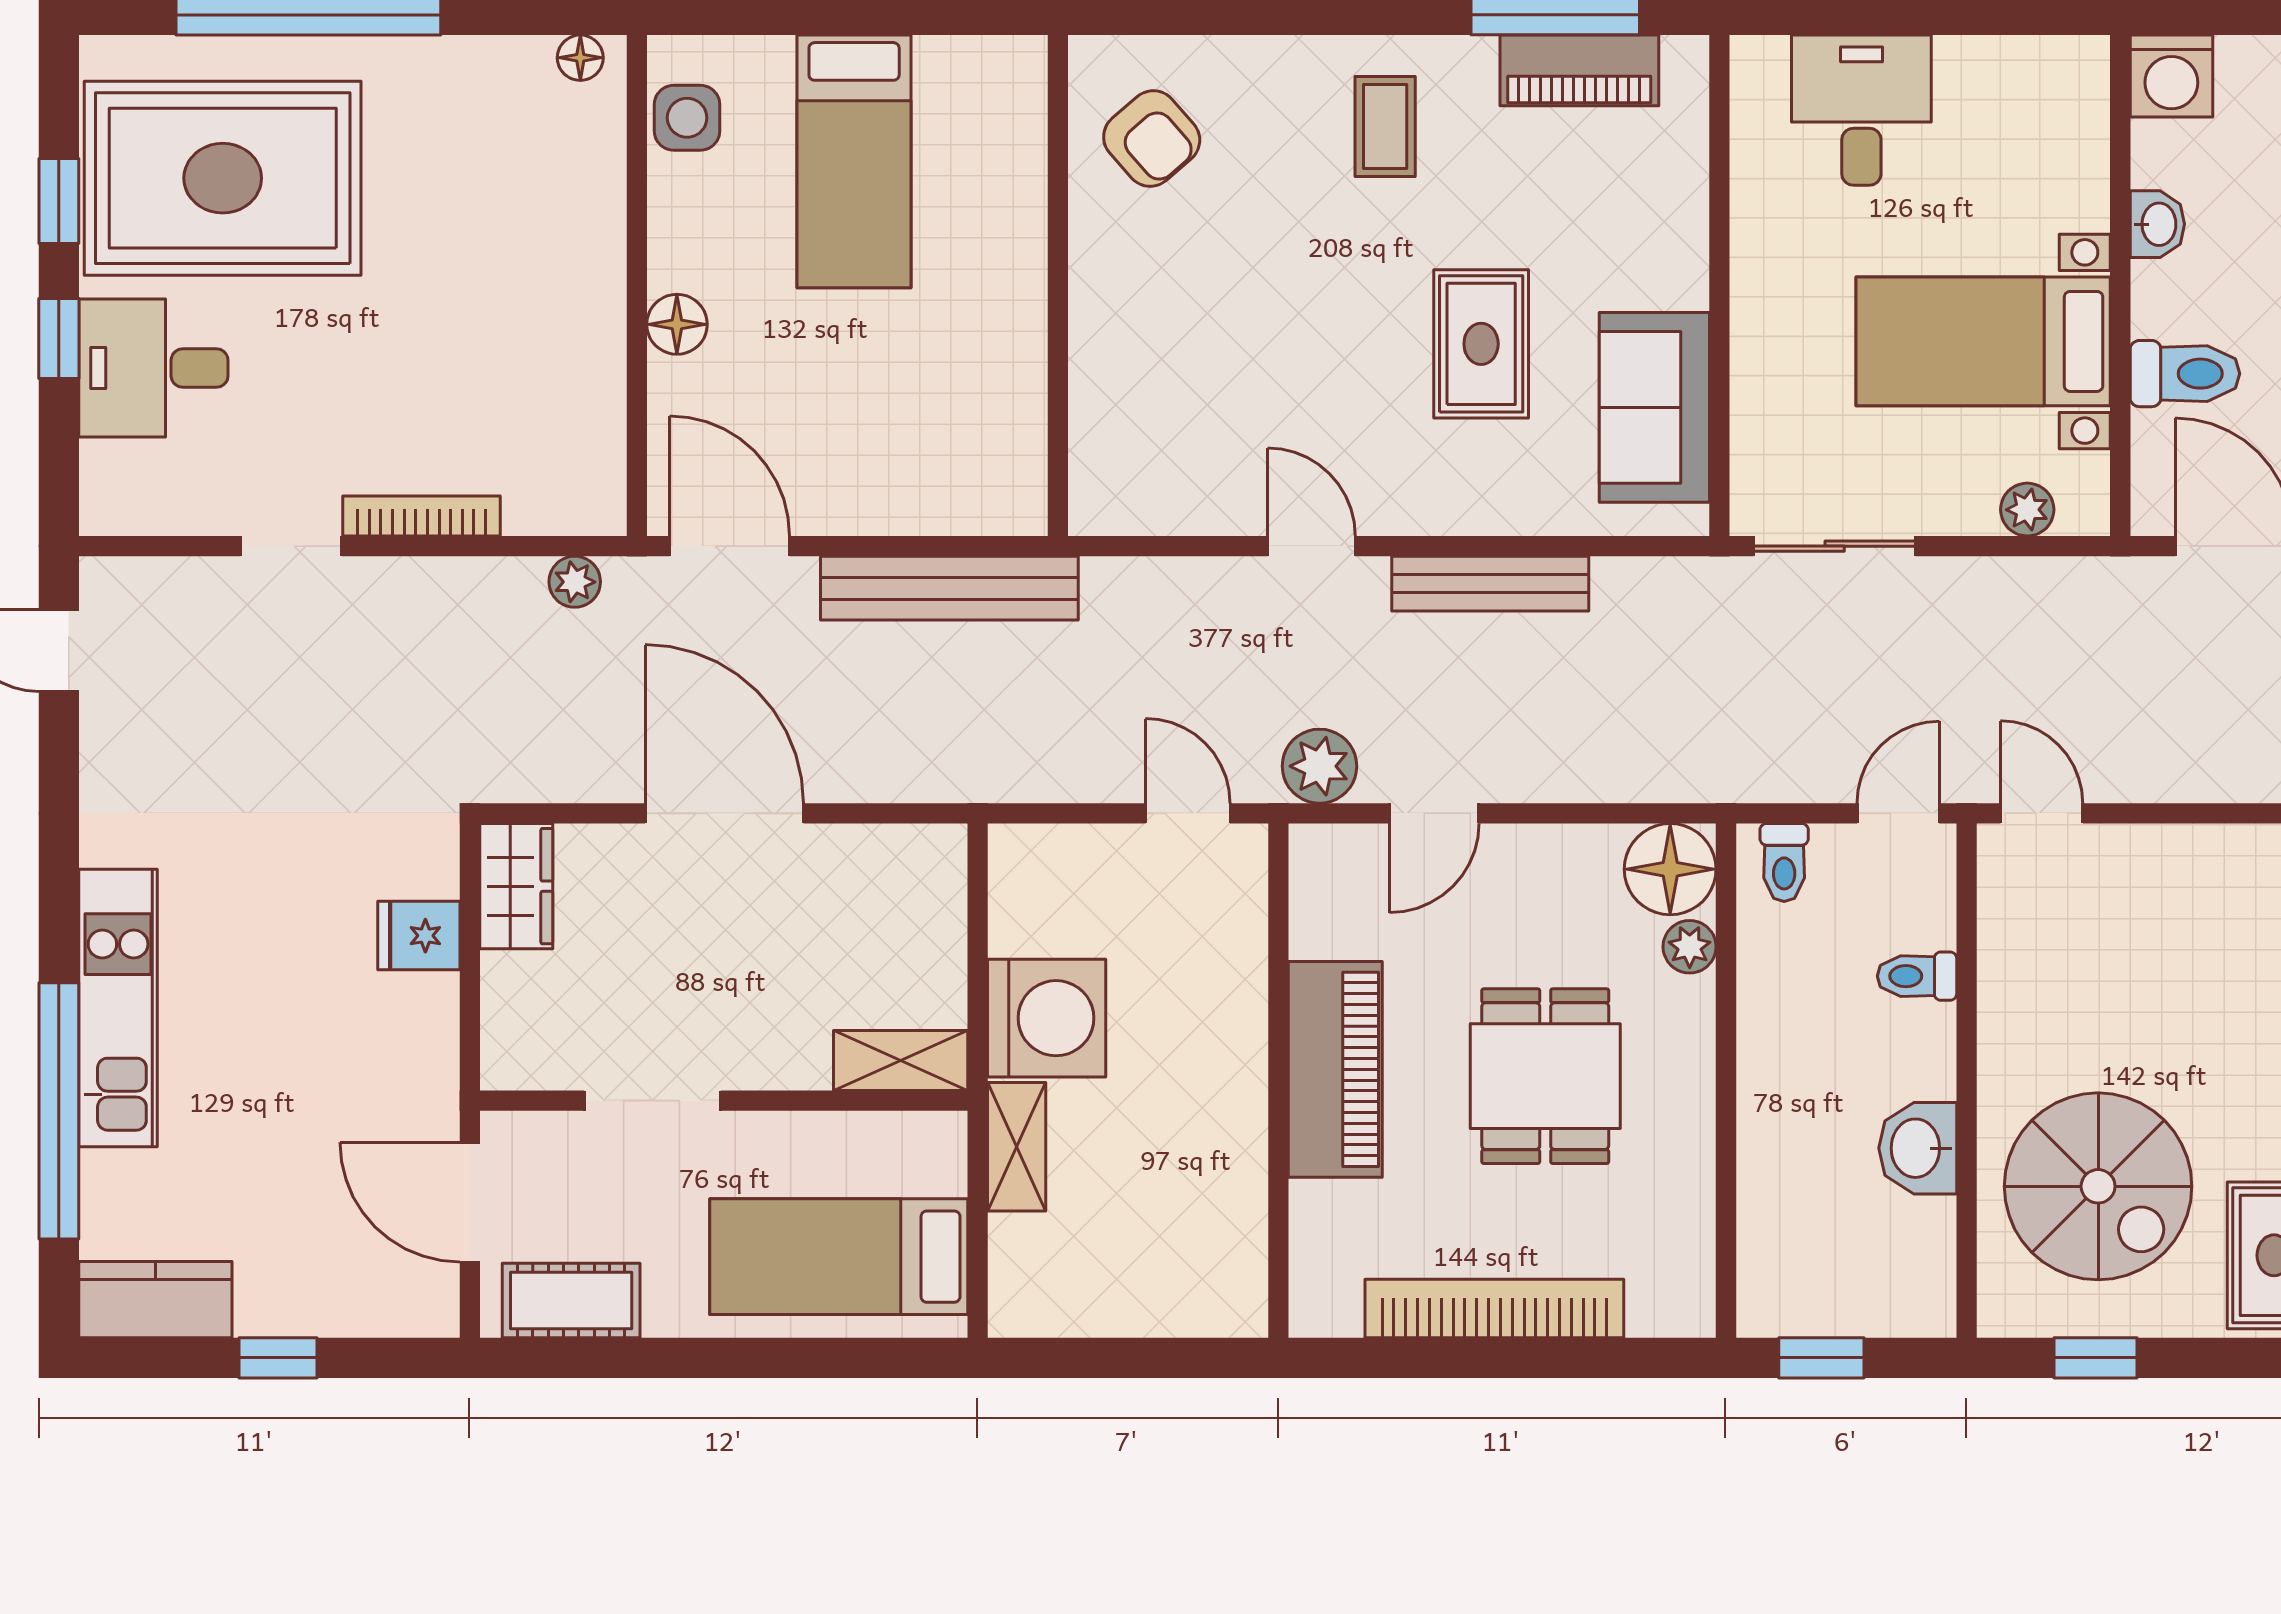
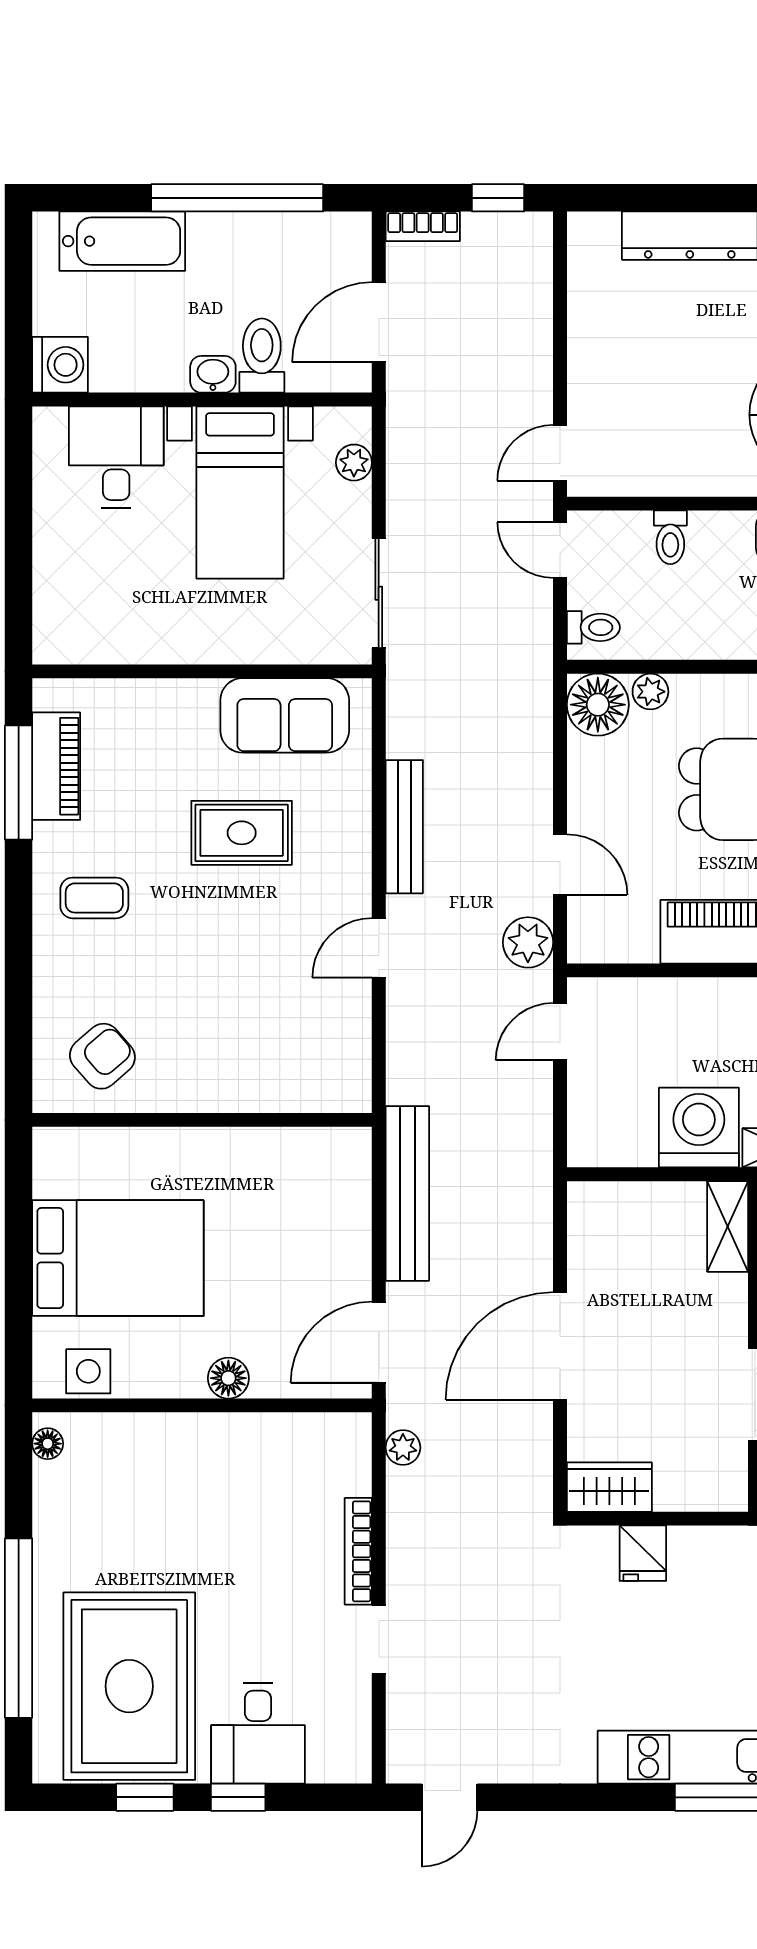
desk: (1861, 110) -> (116, 457), moved, turned 90
bed: (854, 161) -> (118, 1258), width x1.50
washbasin: (2157, 224) -> (213, 374), moved

